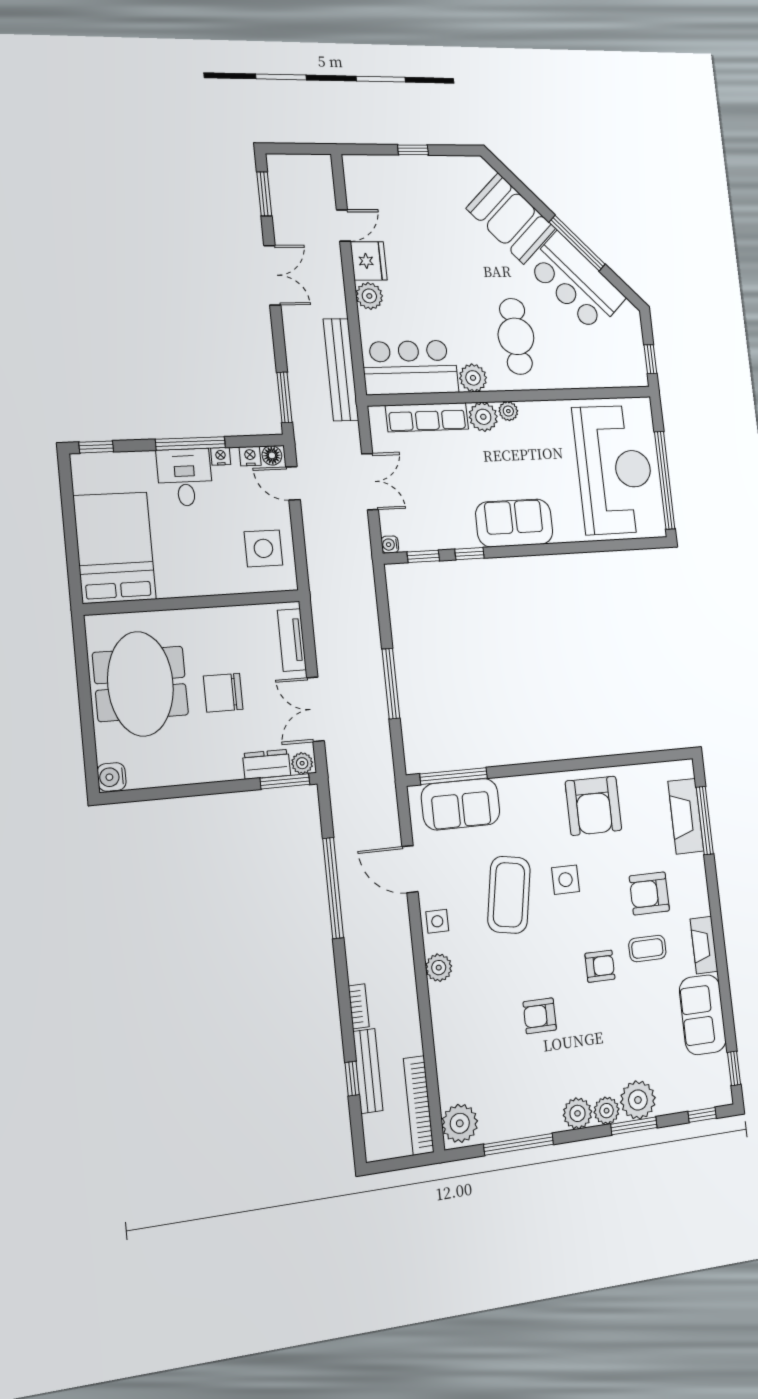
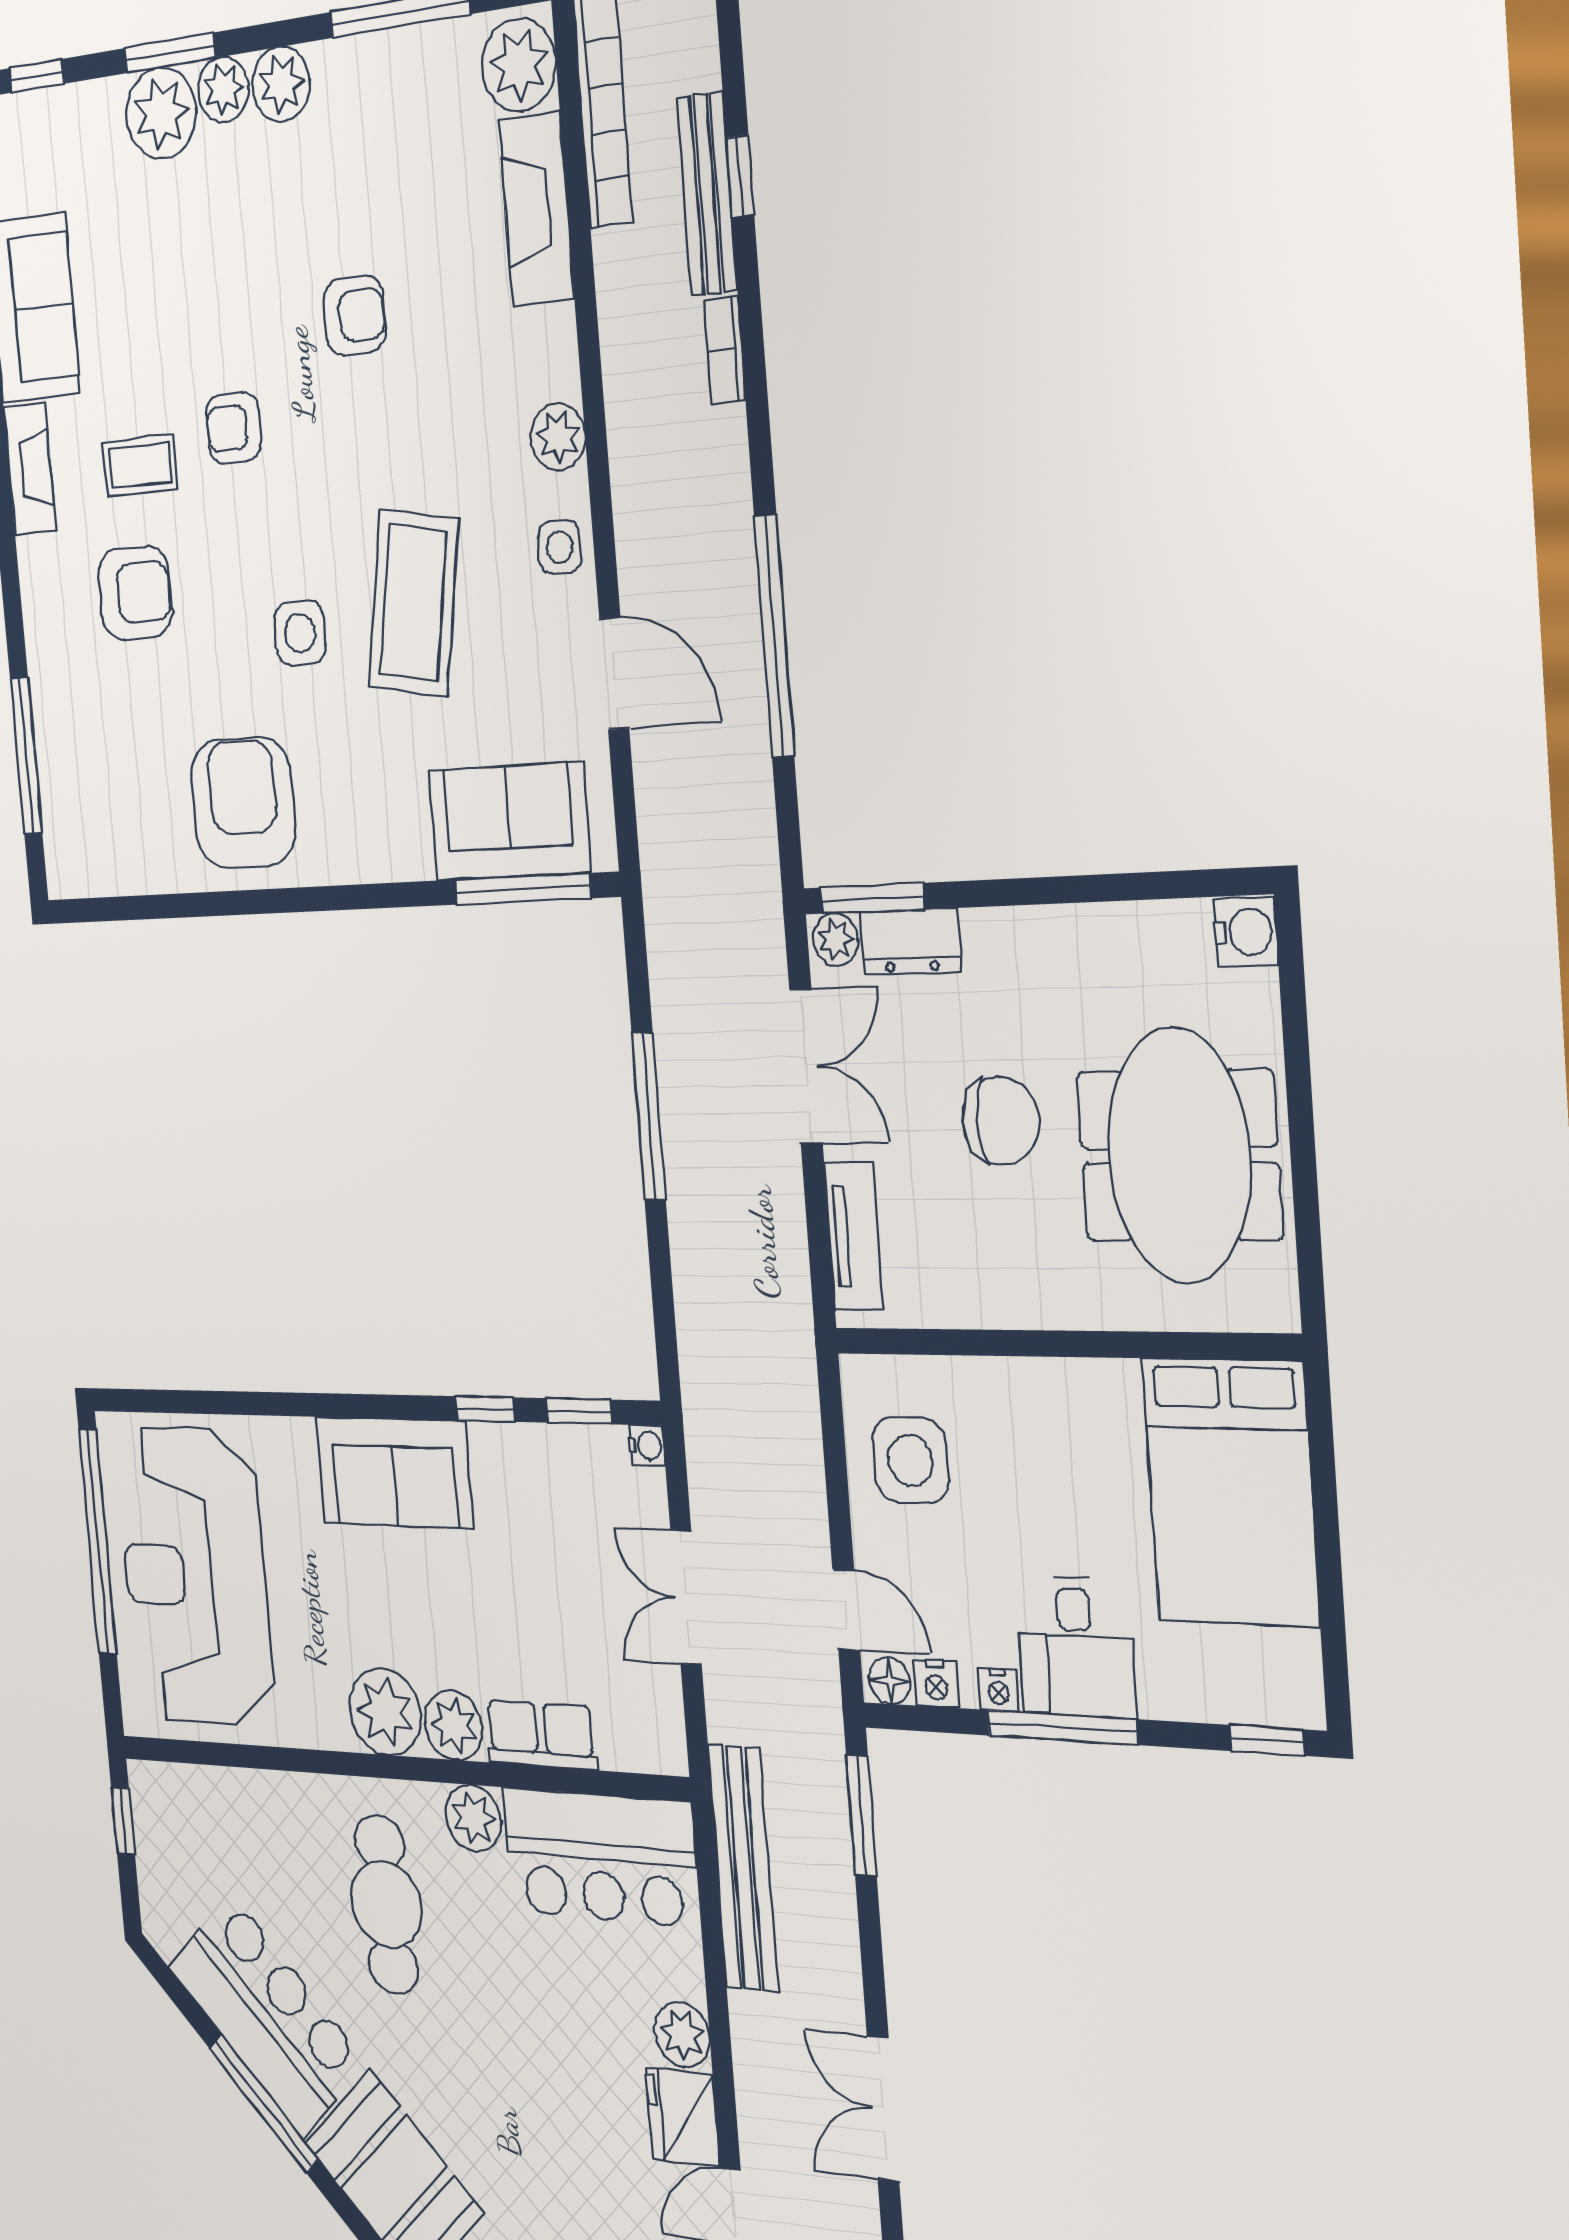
plant: (508, 411) -> (385, 1712), width x1.88, depth x1.88
row of seats: (427, 417) -> (541, 1735), width x0.68
fireplace: (686, 816) -> (536, 209), moved, turned 180

